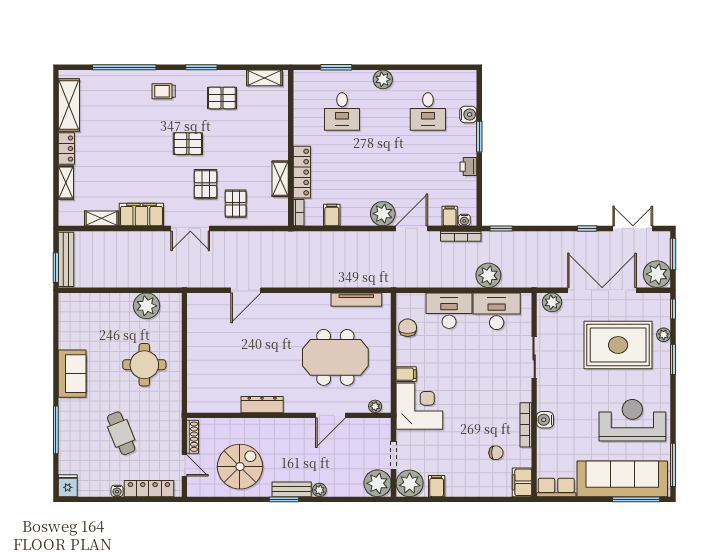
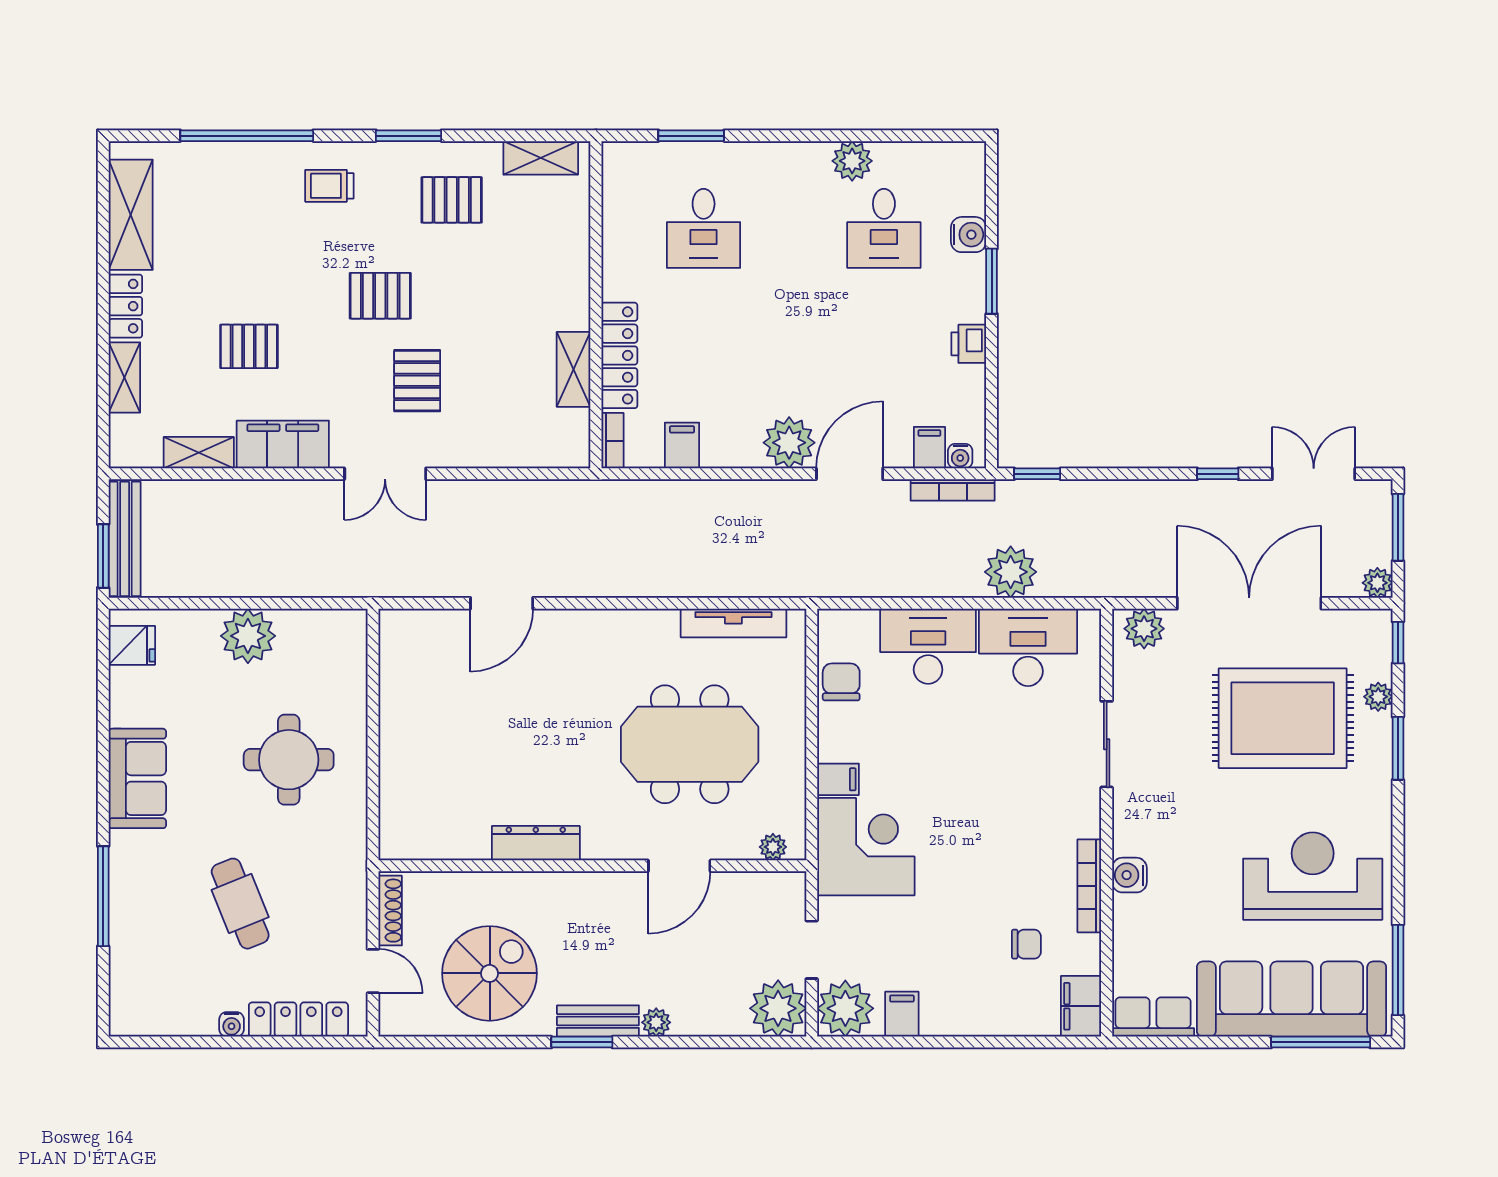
plant: (383, 79) -> (852, 161), moved
pallet: (236, 204) -> (249, 346), moved, turned 90
plant: (657, 274) -> (1377, 583), width x0.53, depth x0.53
plant: (146, 306) -> (248, 636), moved
fridge: (68, 486) -> (132, 645), moved, turned 90

